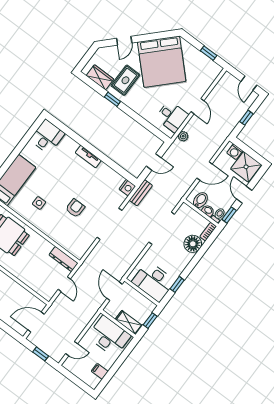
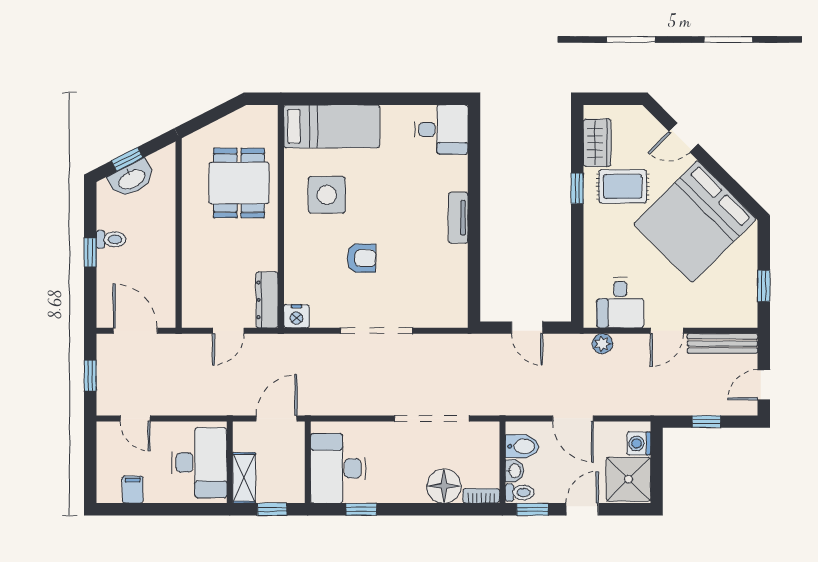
nightstand: (127, 188) -> (296, 316), moved
bench: (141, 193) -> (723, 344), moved, width x1.36
side table: (39, 203) -> (327, 195), width x1.87, depth x1.87

